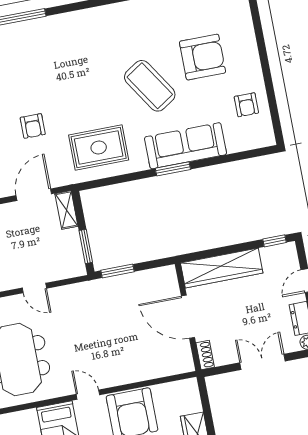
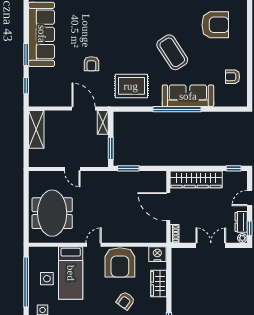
armchair: (202, 57) -> (215, 25), moved
armchair: (246, 105) -> (232, 77), turned 90
window: (173, 169) -> (177, 109), width x2.11
door: (34, 195) -> (84, 108), hinge flipped
nightstand: (185, 390) -> (157, 254), added
door: (88, 395) -> (94, 245), hinge flipped

